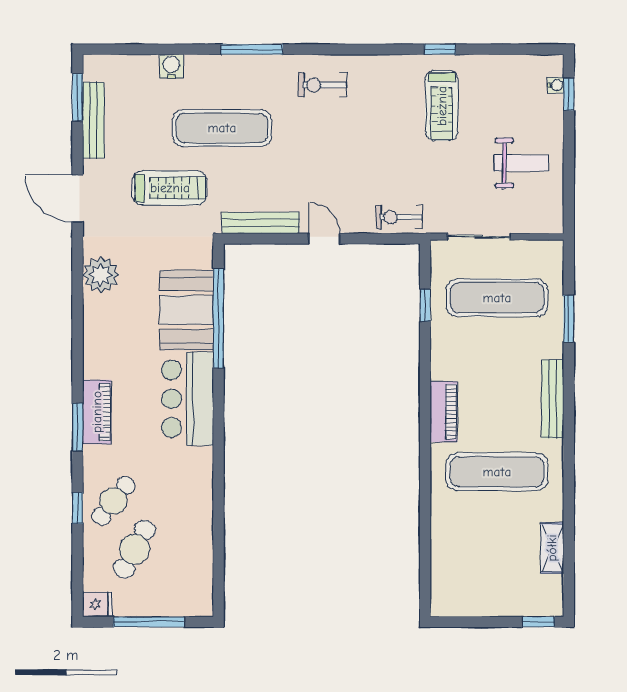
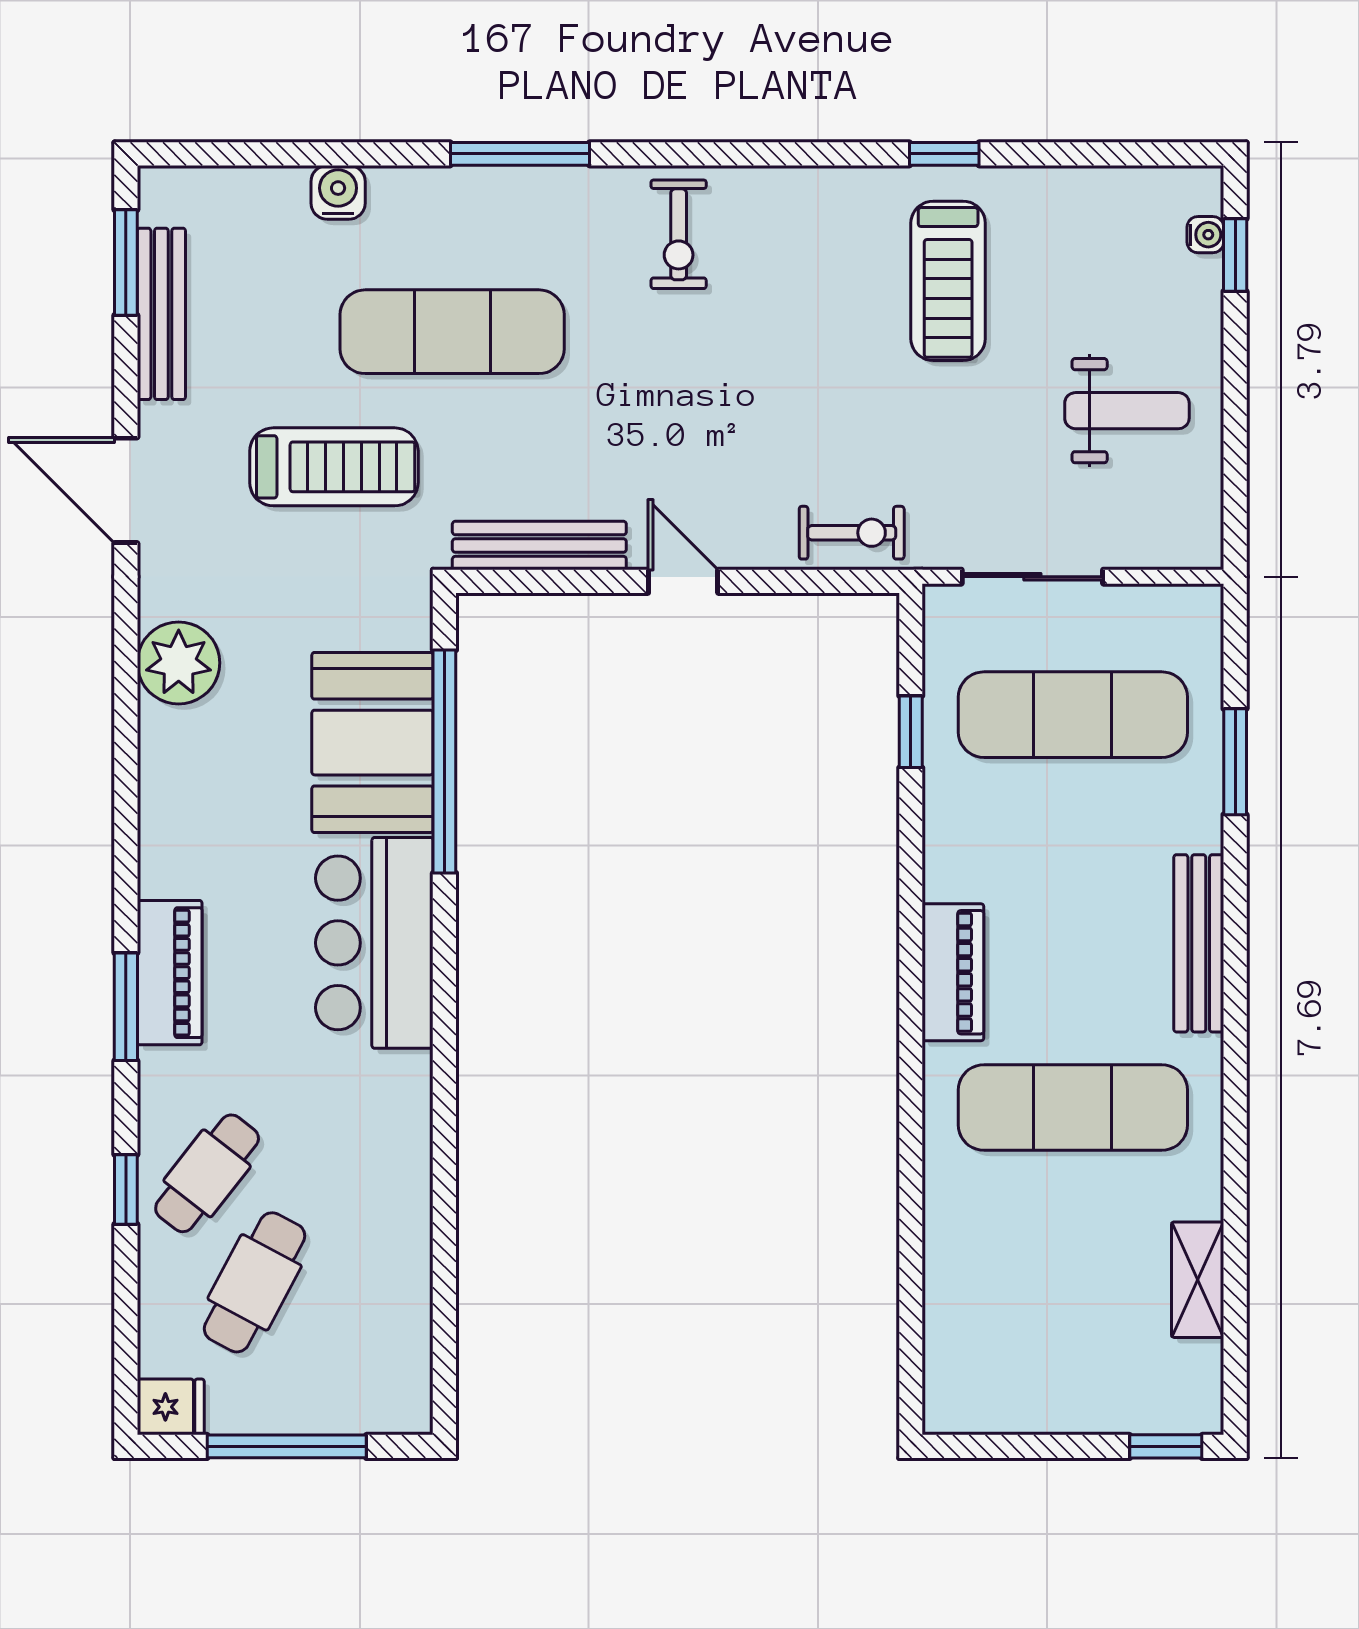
exercise bike: (322, 85) -> (679, 234), turned -90
exercise bike: (399, 217) -> (852, 533), turned 180

